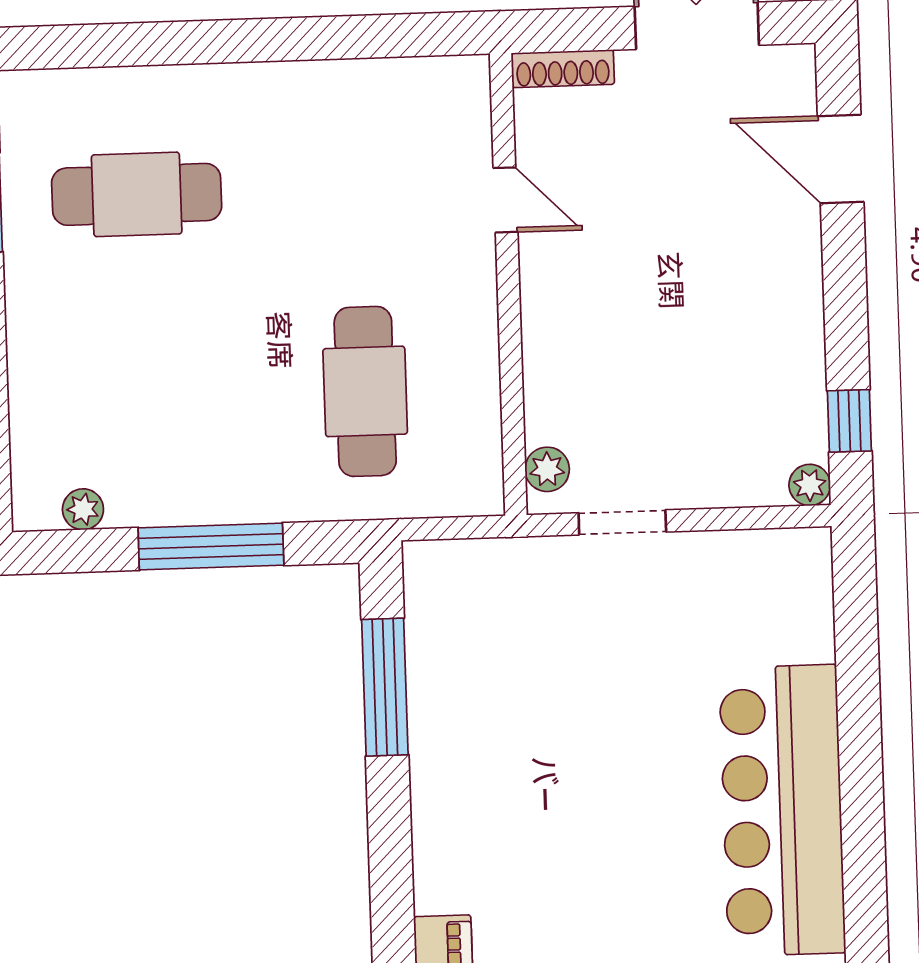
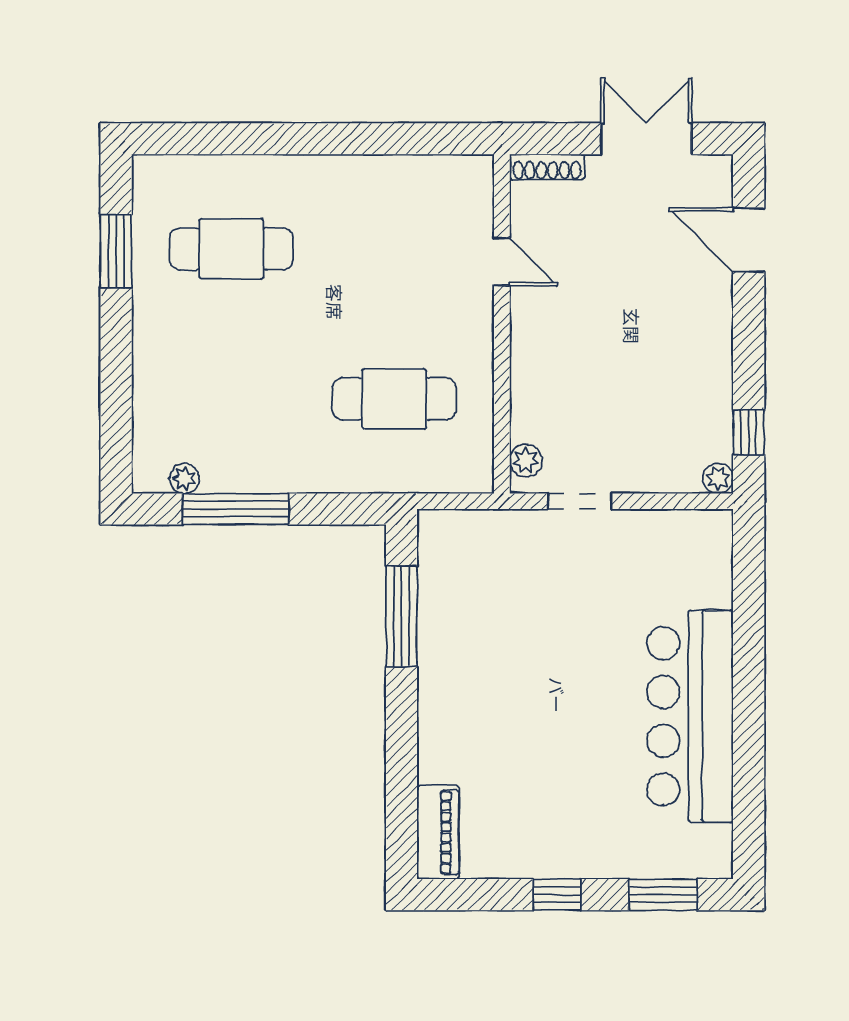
cafe table: (365, 391) -> (394, 399), turned 90
window: (211, 547) -> (236, 509), moved

